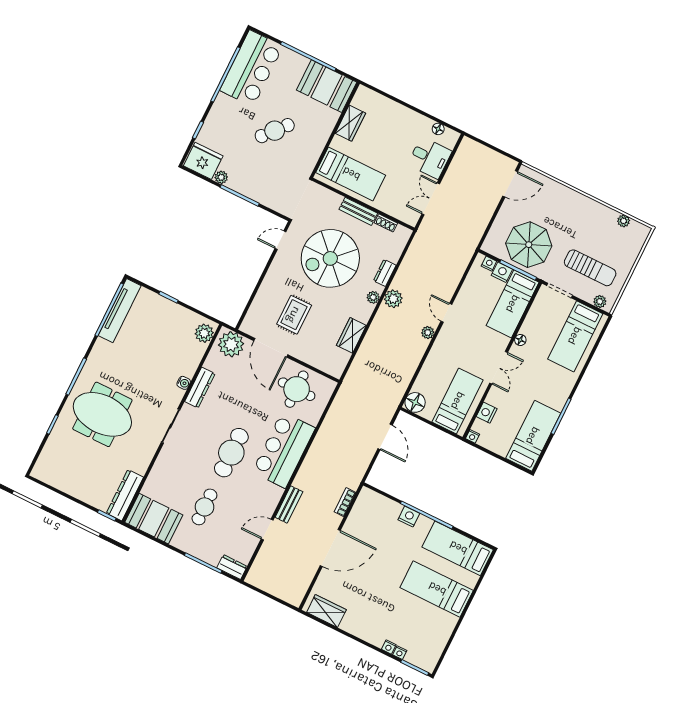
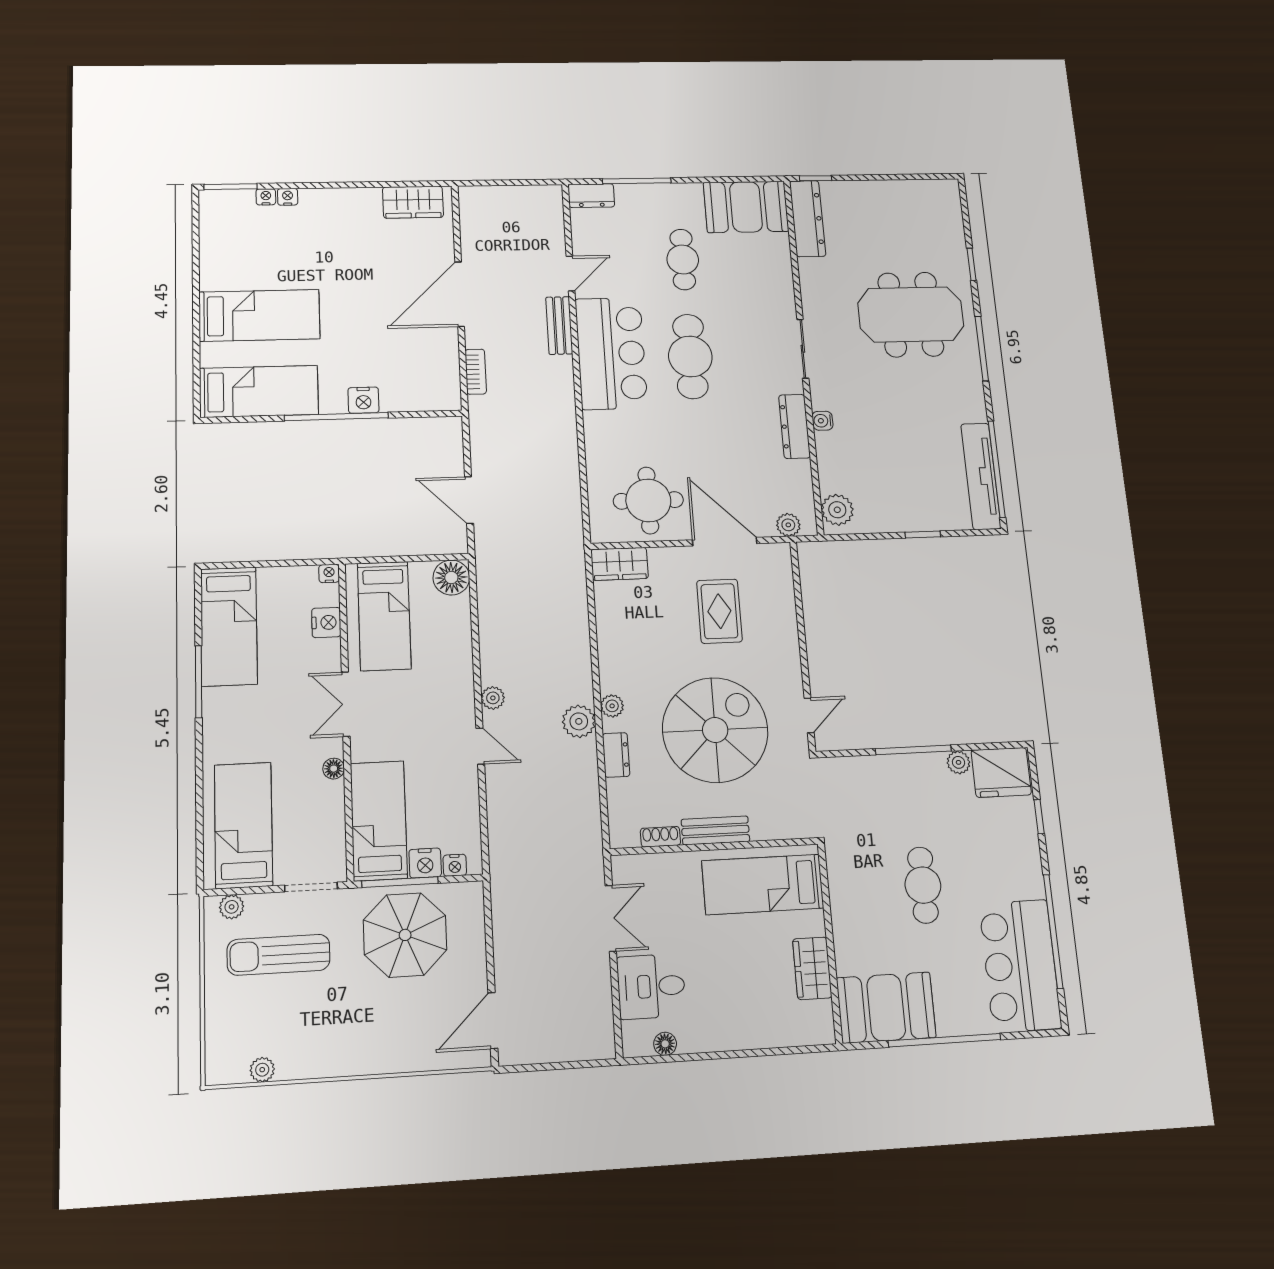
cafe table: (275, 131) -> (923, 885), turned -41
wardrobe: (351, 335) -> (620, 564), moved, turned 90
plant: (231, 344) -> (788, 525), width x0.53, depth x0.53
bar counter: (284, 450) -> (611, 353), moved

